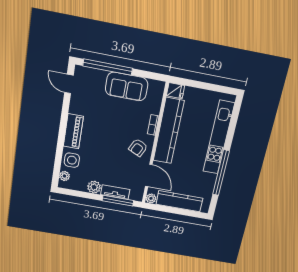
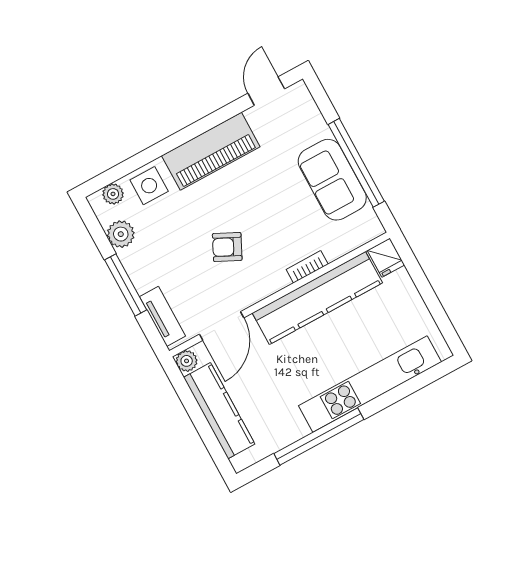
window: (108, 67) -> (356, 163), moved
piano: (73, 131) -> (211, 151), width x1.37, depth x1.33
armchair: (138, 148) -> (227, 247), moved
plant: (94, 187) -> (121, 234), moved
tv unit: (115, 192) -> (163, 316), moved
window: (118, 201) -> (126, 285), moved

